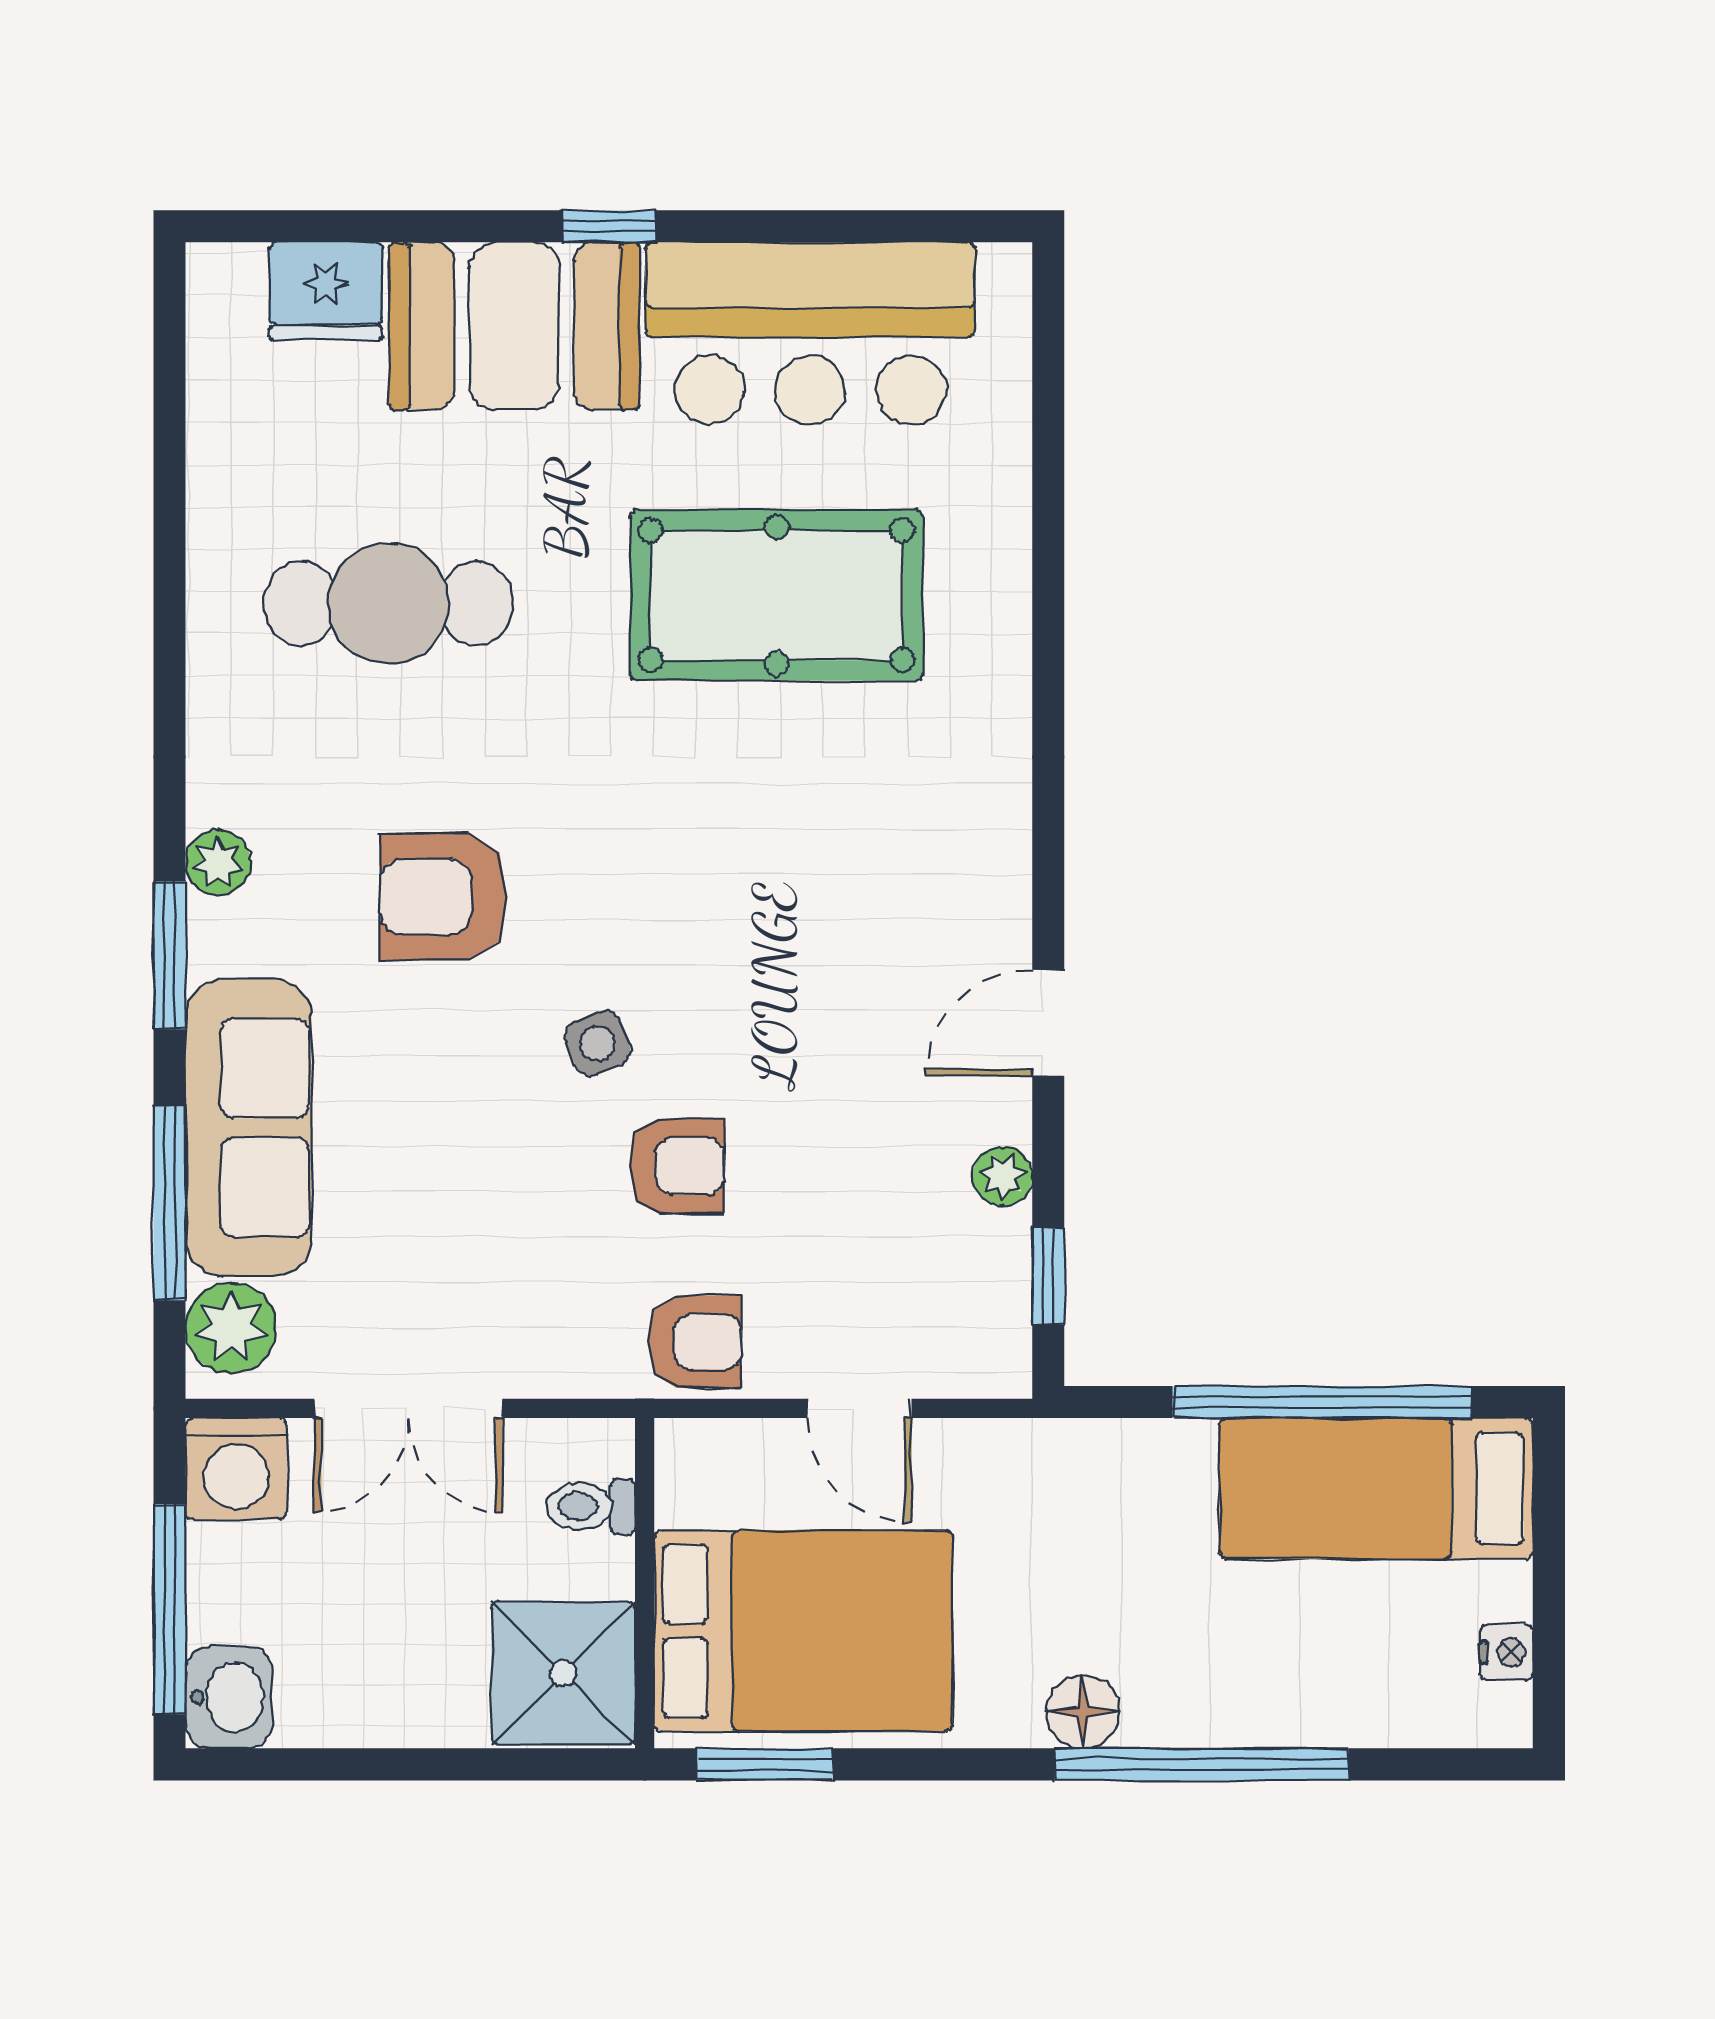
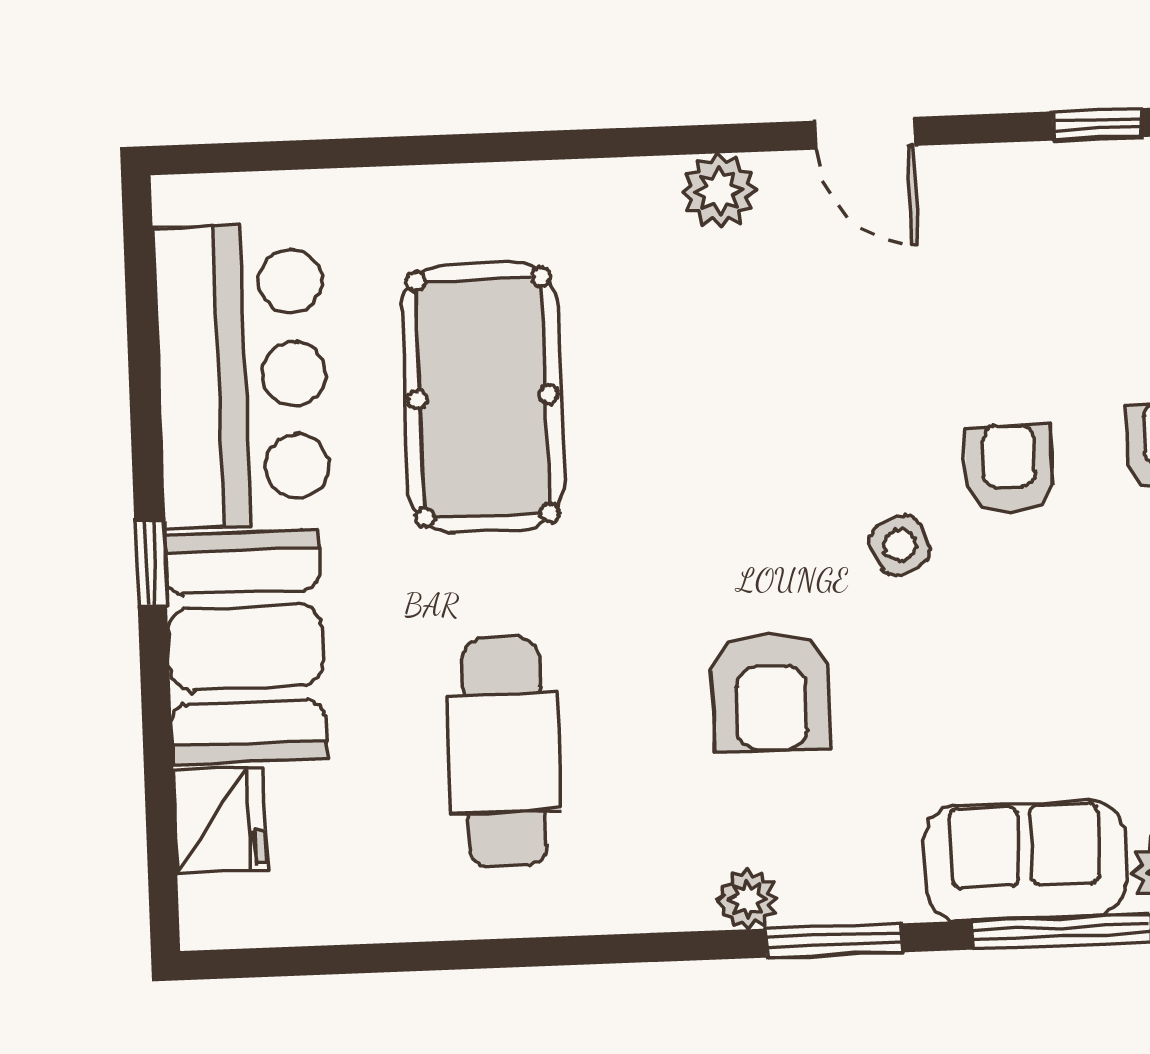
sofa: (249, 1128) -> (1025, 861), width x0.73
plant: (1003, 1176) -> (719, 191), moved, width x1.38, depth x1.38

